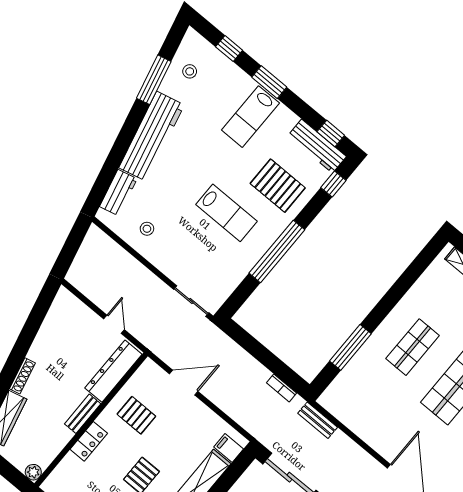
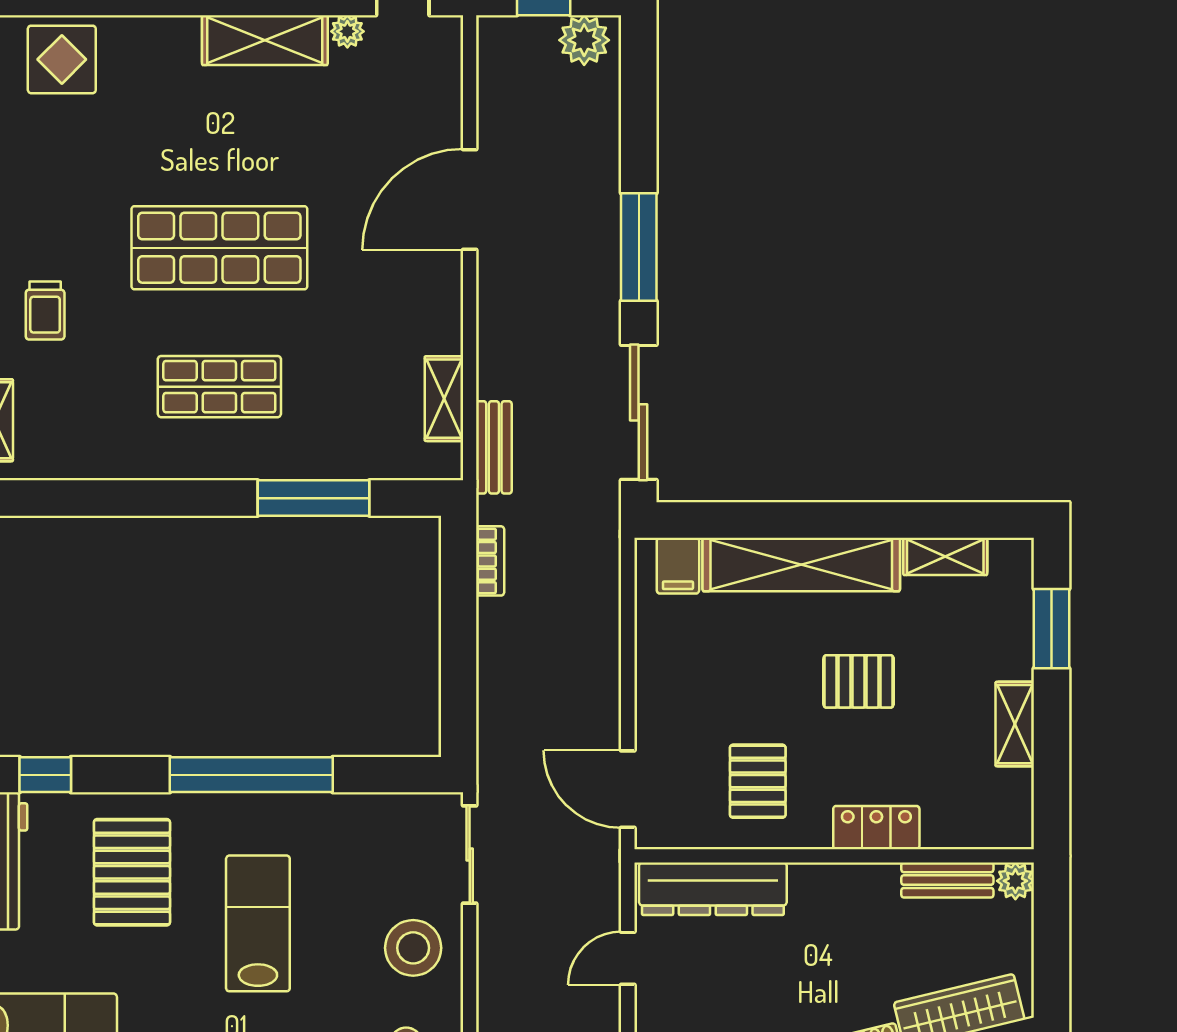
stool: (176, 257) -> (413, 948), added
door: (184, 383) -> (628, 789), moved
bench: (83, 414) -> (947, 880), moved
shelving: (347, 417) -> (444, 399), added

